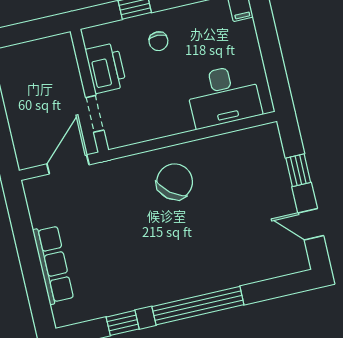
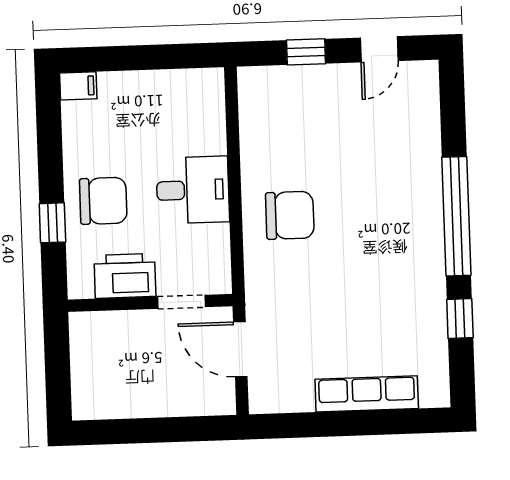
chair: (158, 41) -> (103, 201), width x1.87, depth x1.87
desk: (224, 96) -> (193, 190), moved, width x0.73
chair: (175, 182) -> (290, 215), turned 141

